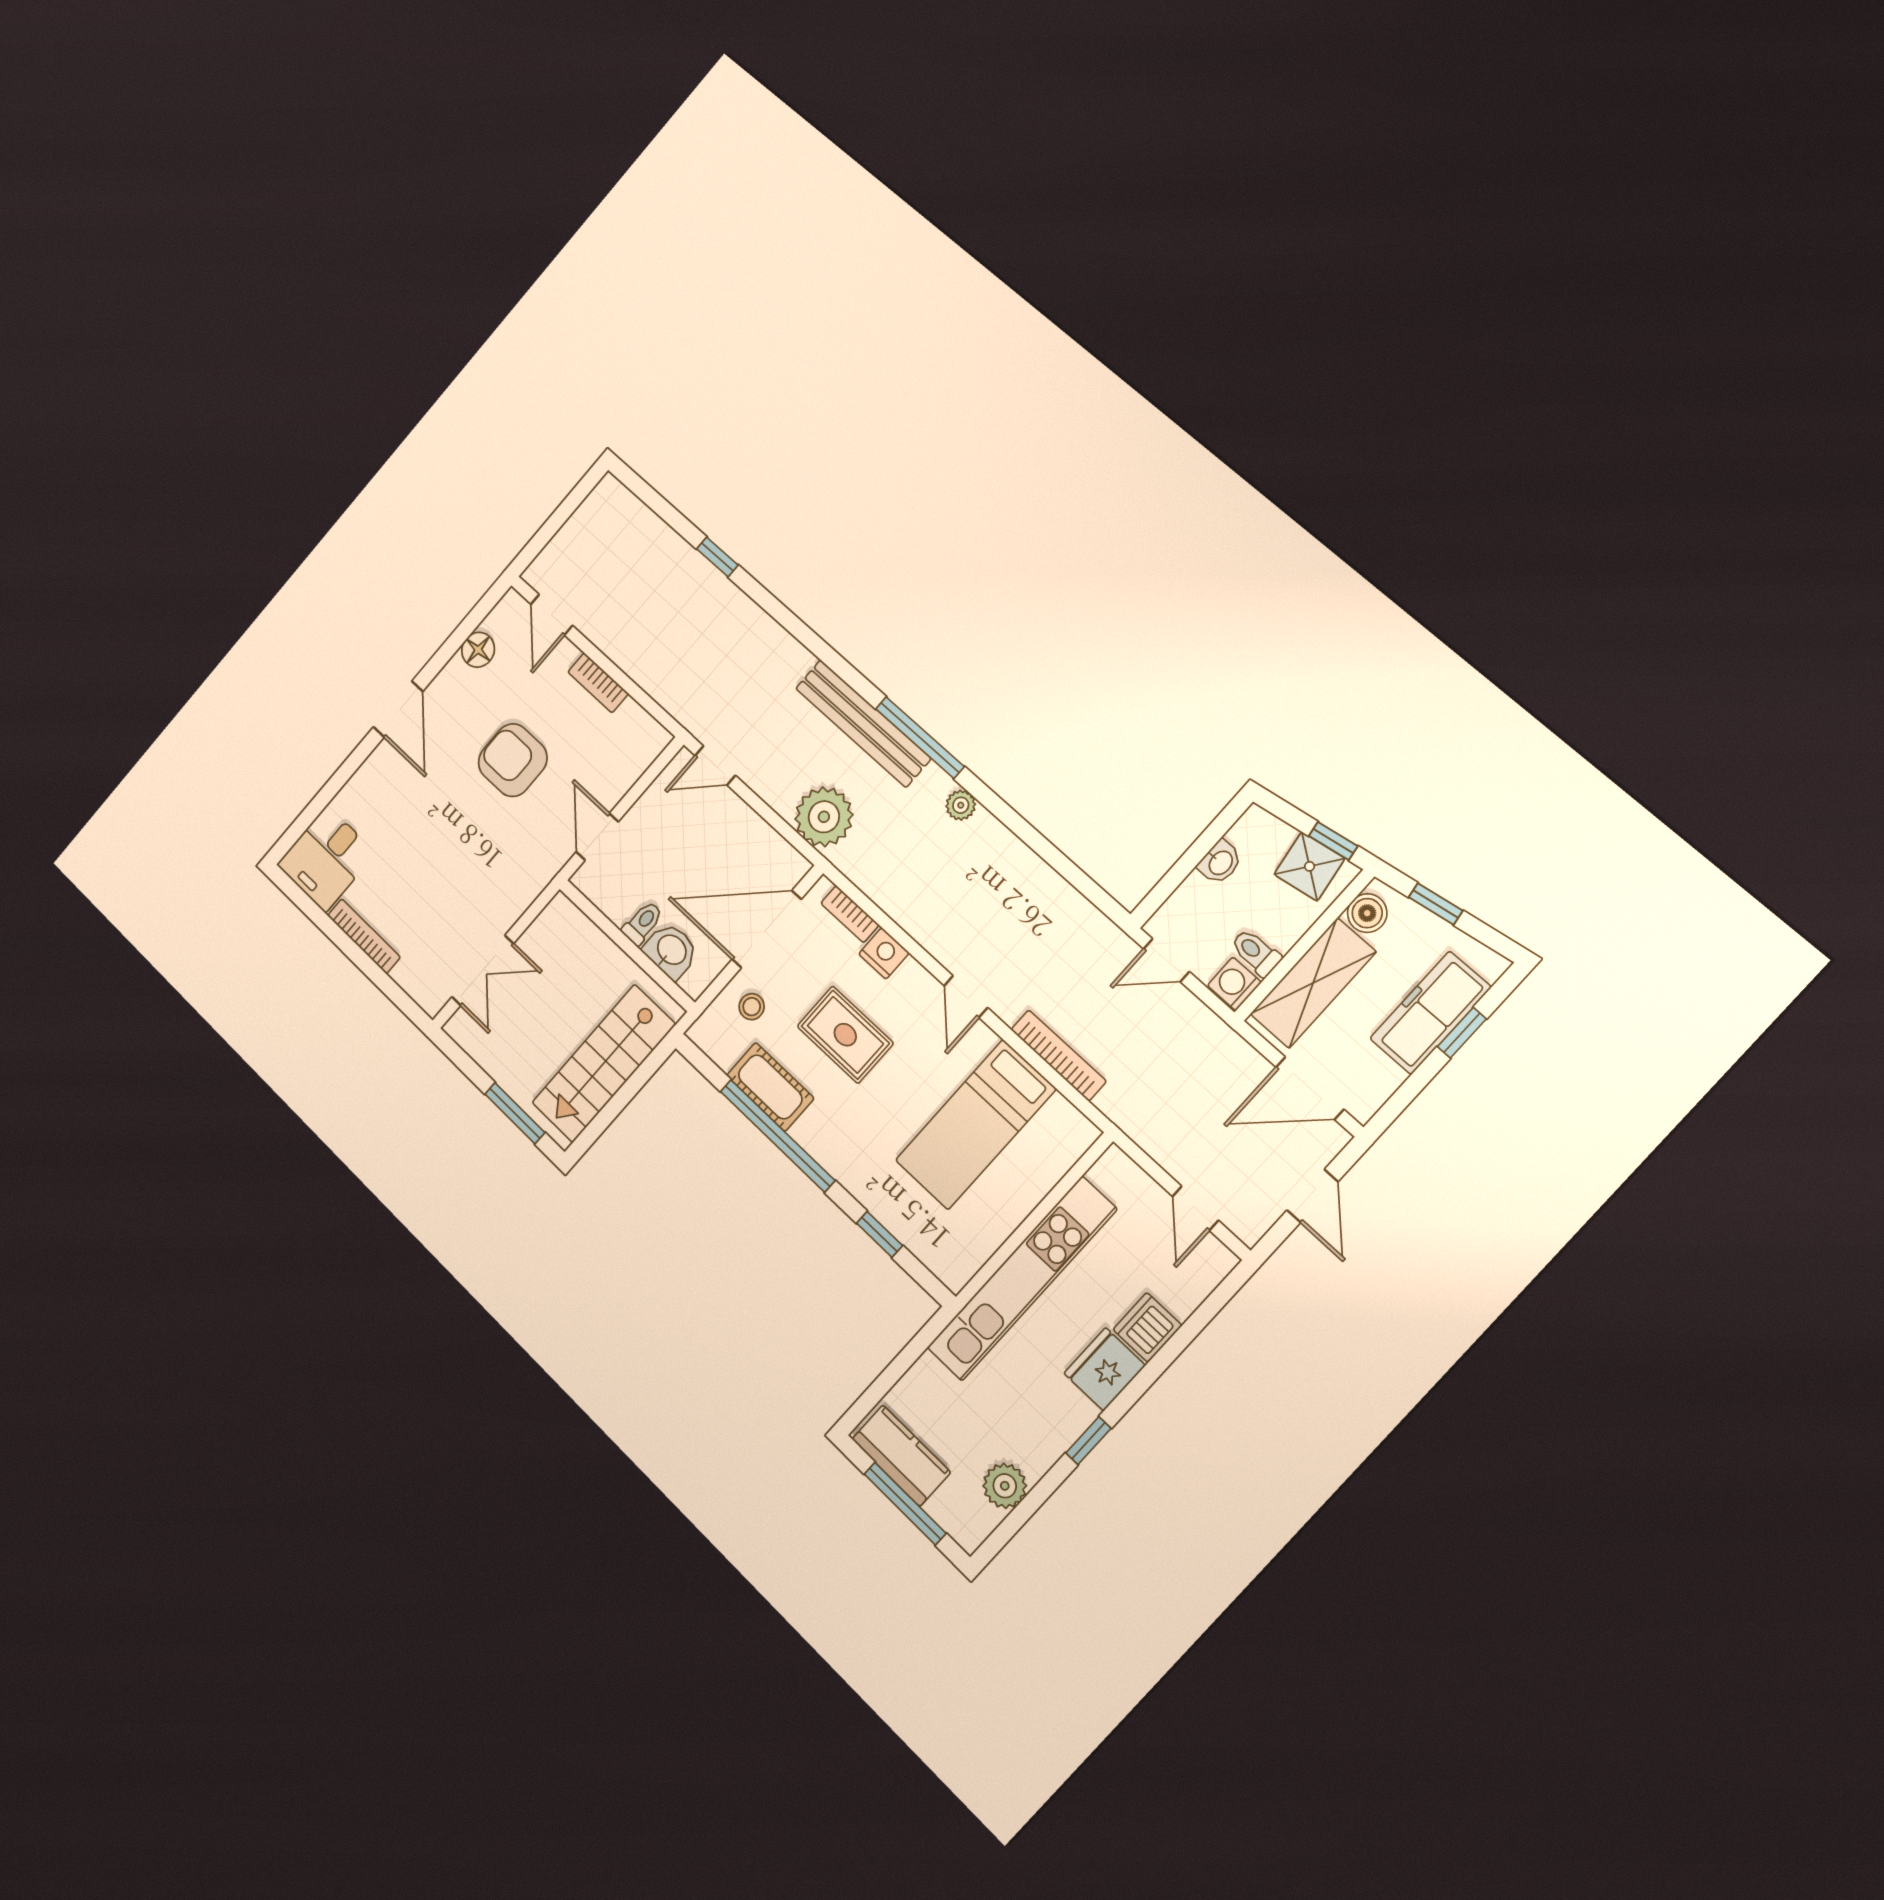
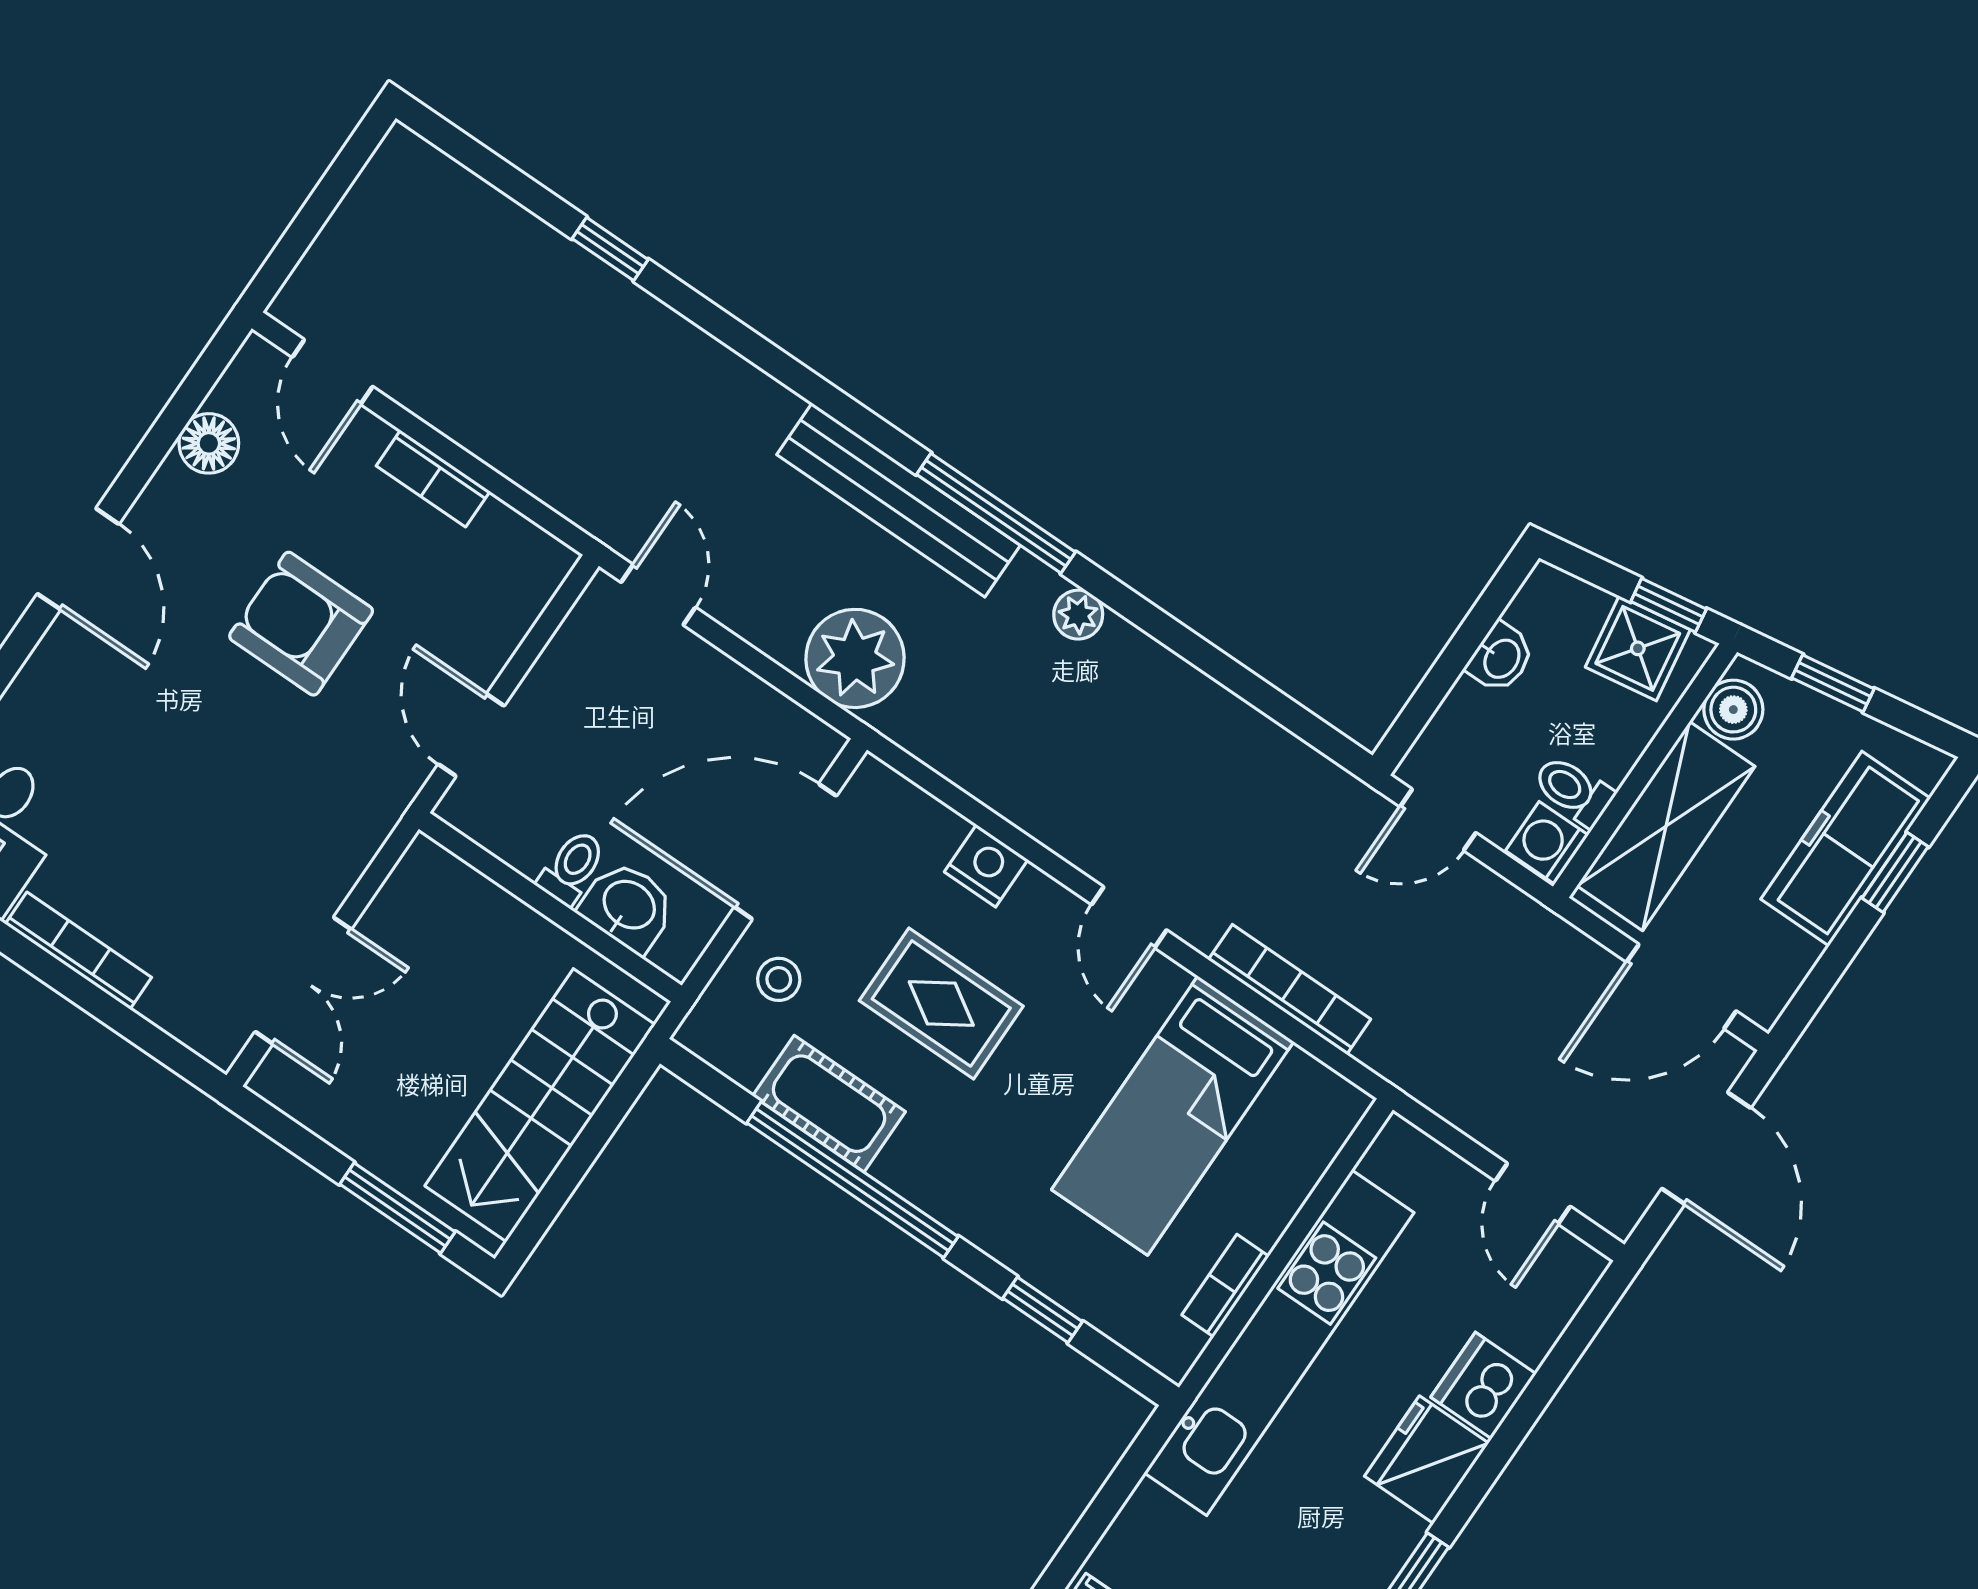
door: (715, 766) -> (658, 595), swing flipped
bookcase: (850, 914) -> (1225, 1286), moved, turned 90
door: (1312, 1196) -> (1706, 1148), width x1.38

